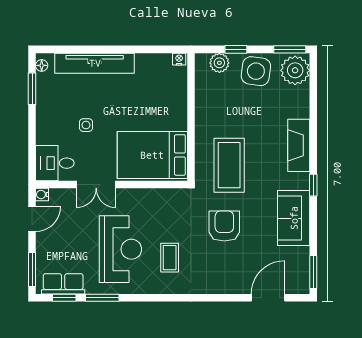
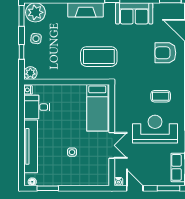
plant: (219, 63) -> (30, 73), moved
side table: (256, 71) -> (36, 39), width x0.54, depth x0.54
bed: (152, 155) -> (97, 108), width x0.67
desk: (55, 163) -> (37, 107), moved, turned 90
armchair: (224, 226) -> (165, 53), moved

